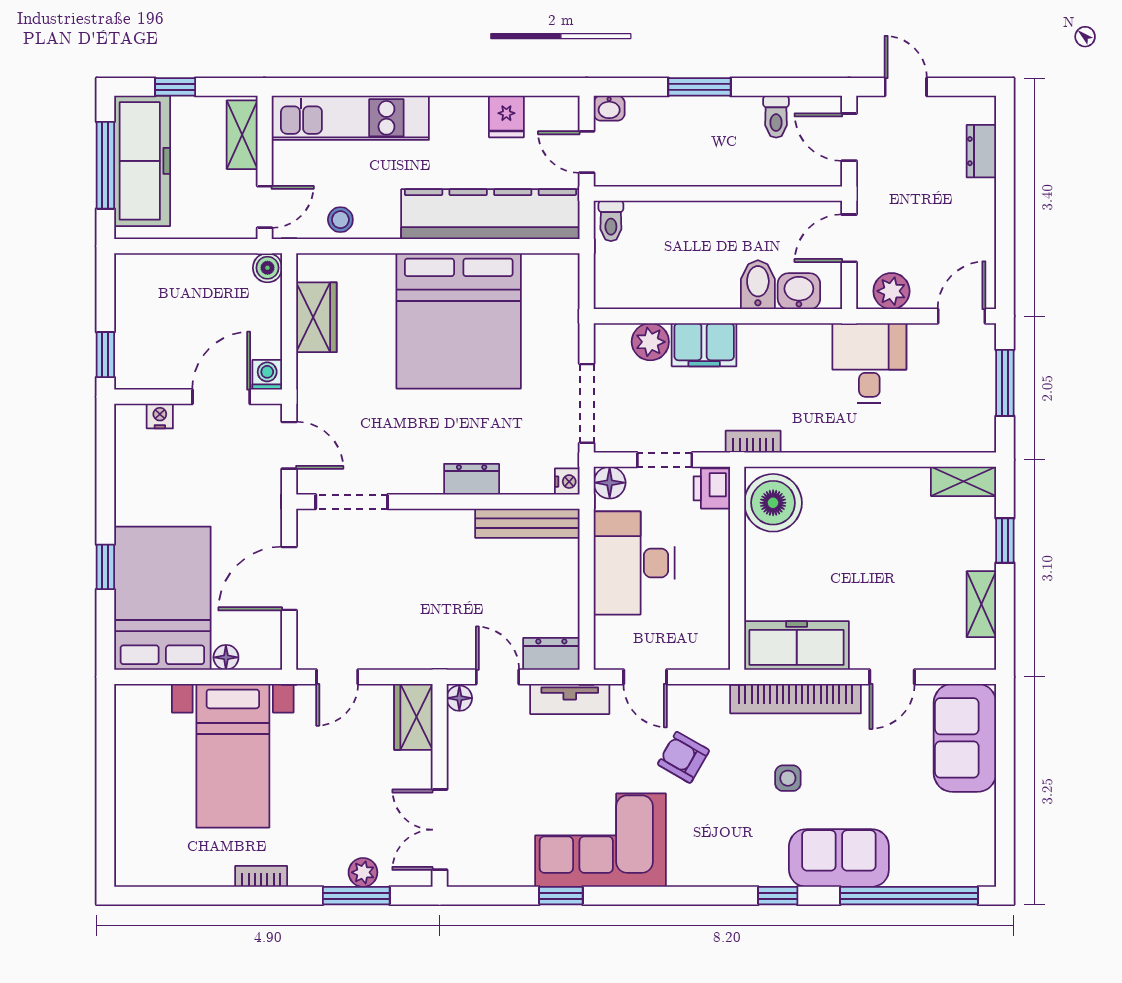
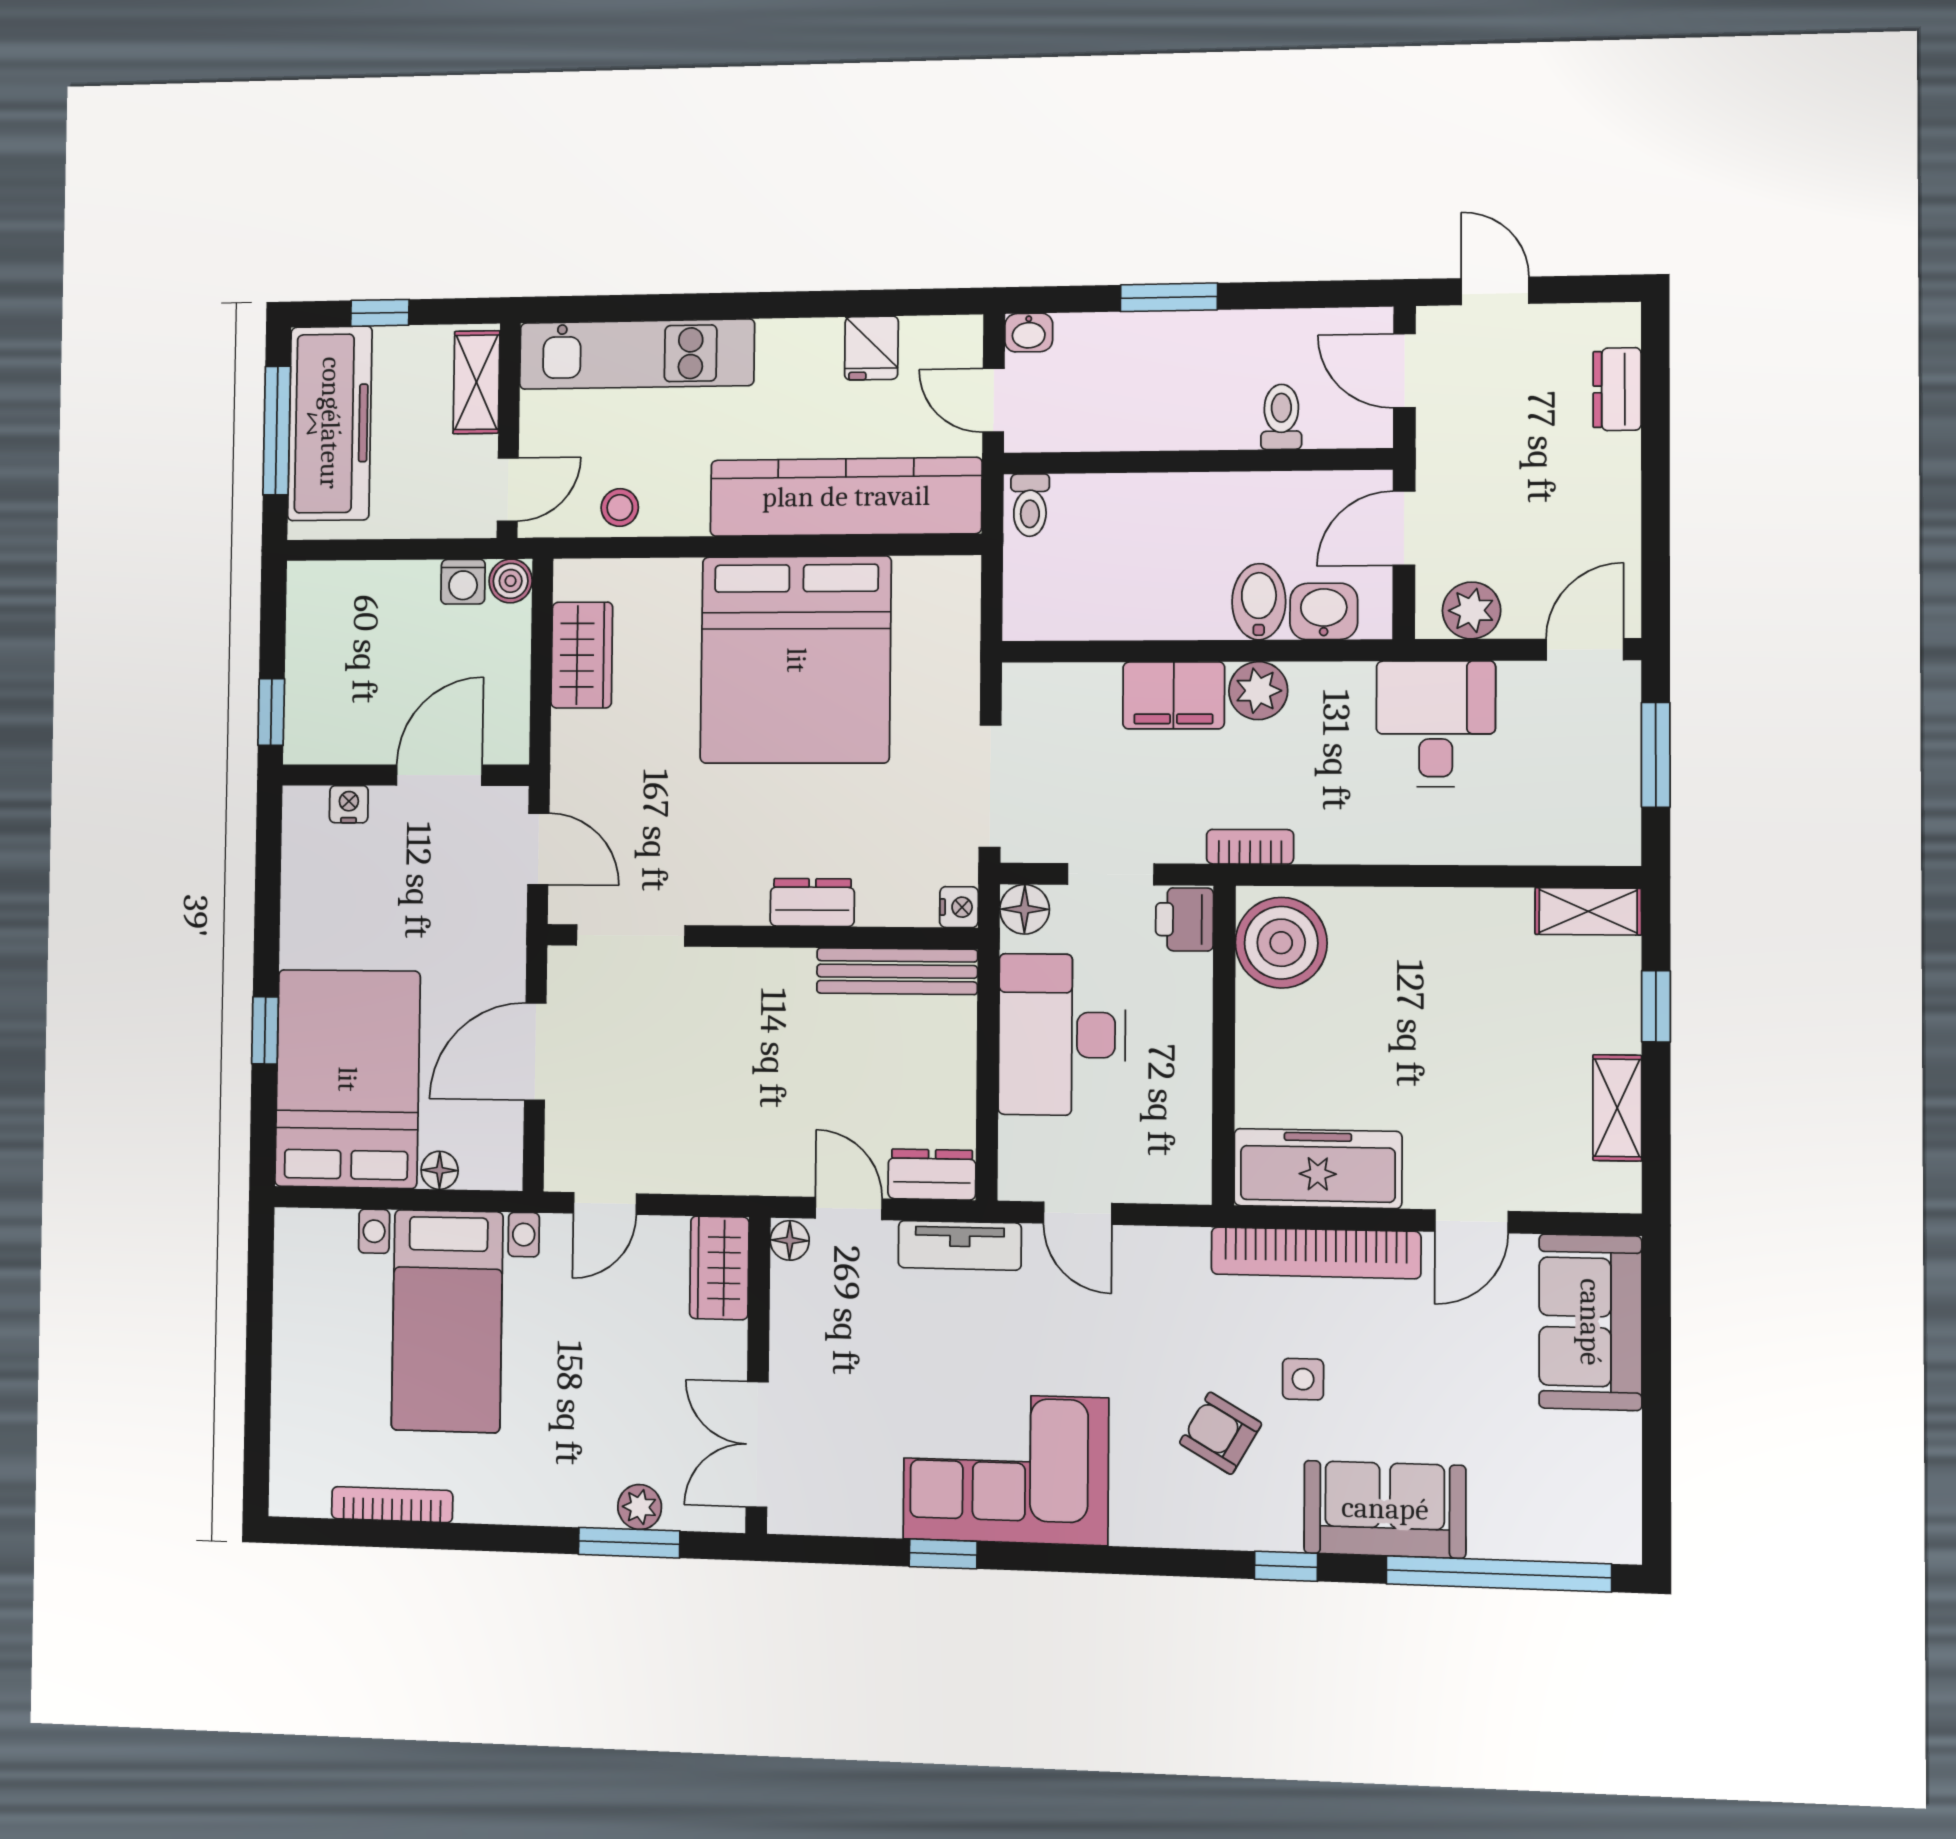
toilet: (776, 117) -> (1281, 417), moved, turned 180
plant: (650, 342) -> (1258, 691), moved
washing machine: (267, 375) -> (463, 582), moved, turned 180
armchair: (683, 757) -> (1221, 1433), moved
bookcase: (261, 876) -> (392, 1505), moved, width x1.56

